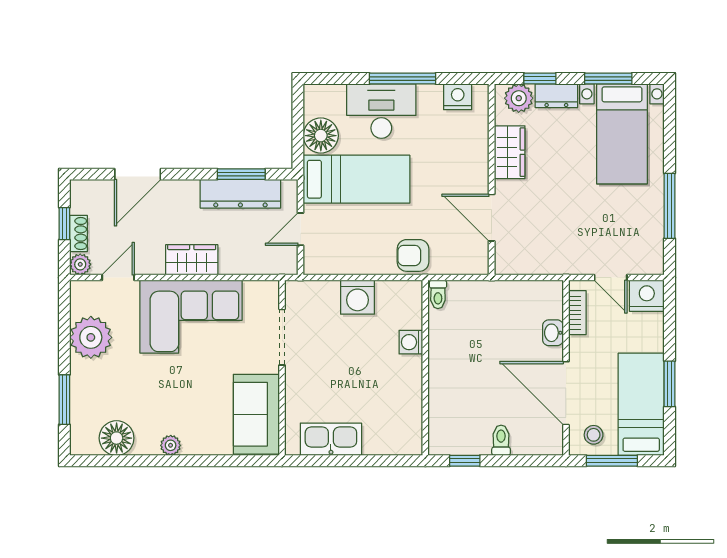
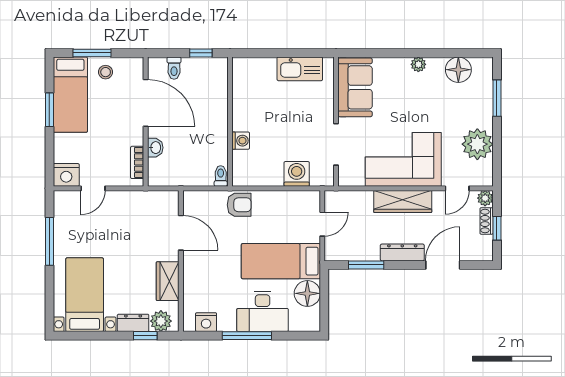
window: (608, 79) -> (95, 336), removed
dresser: (240, 194) -> (402, 252), moved, width x0.73, depth x0.80
wardrobe: (192, 260) -> (403, 202), width x1.50
door: (611, 278) -> (93, 188), swing flipped
washing machine: (358, 297) -> (297, 174), moved
bookcase: (577, 313) -> (137, 162), moved
washbasin: (553, 333) -> (155, 148), moved
wall: (566, 368) -> (146, 122), moved
door: (566, 393) -> (146, 103), moved

